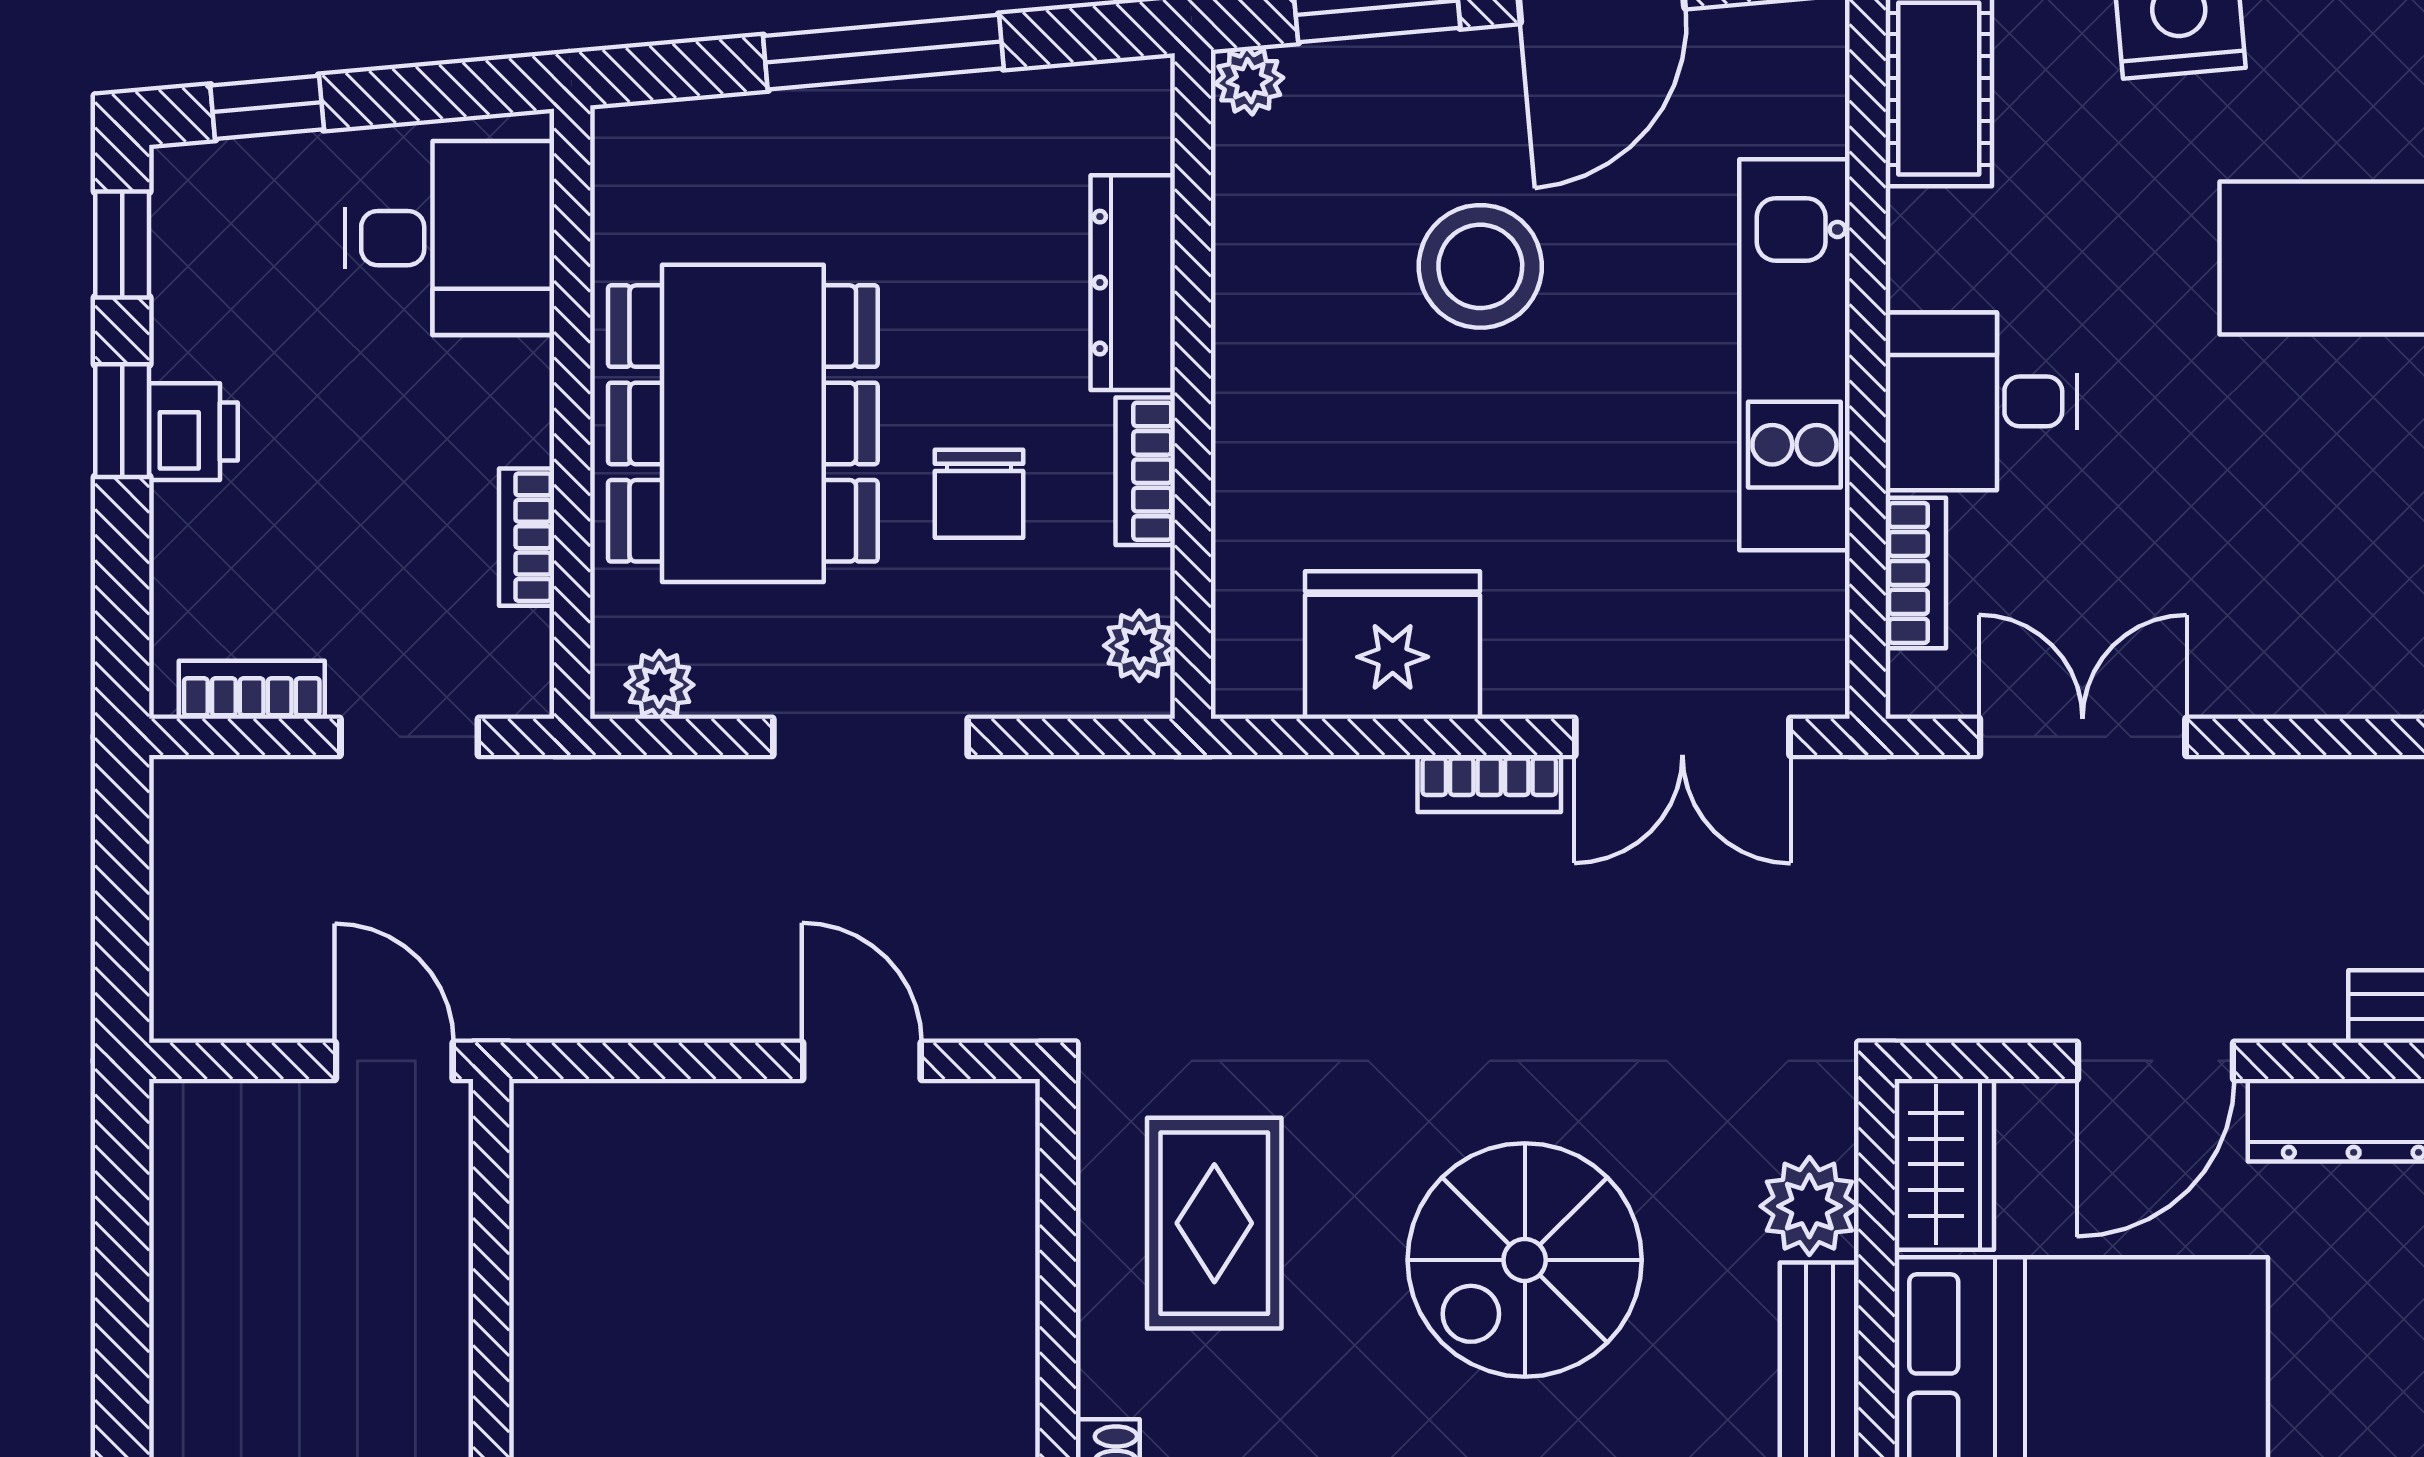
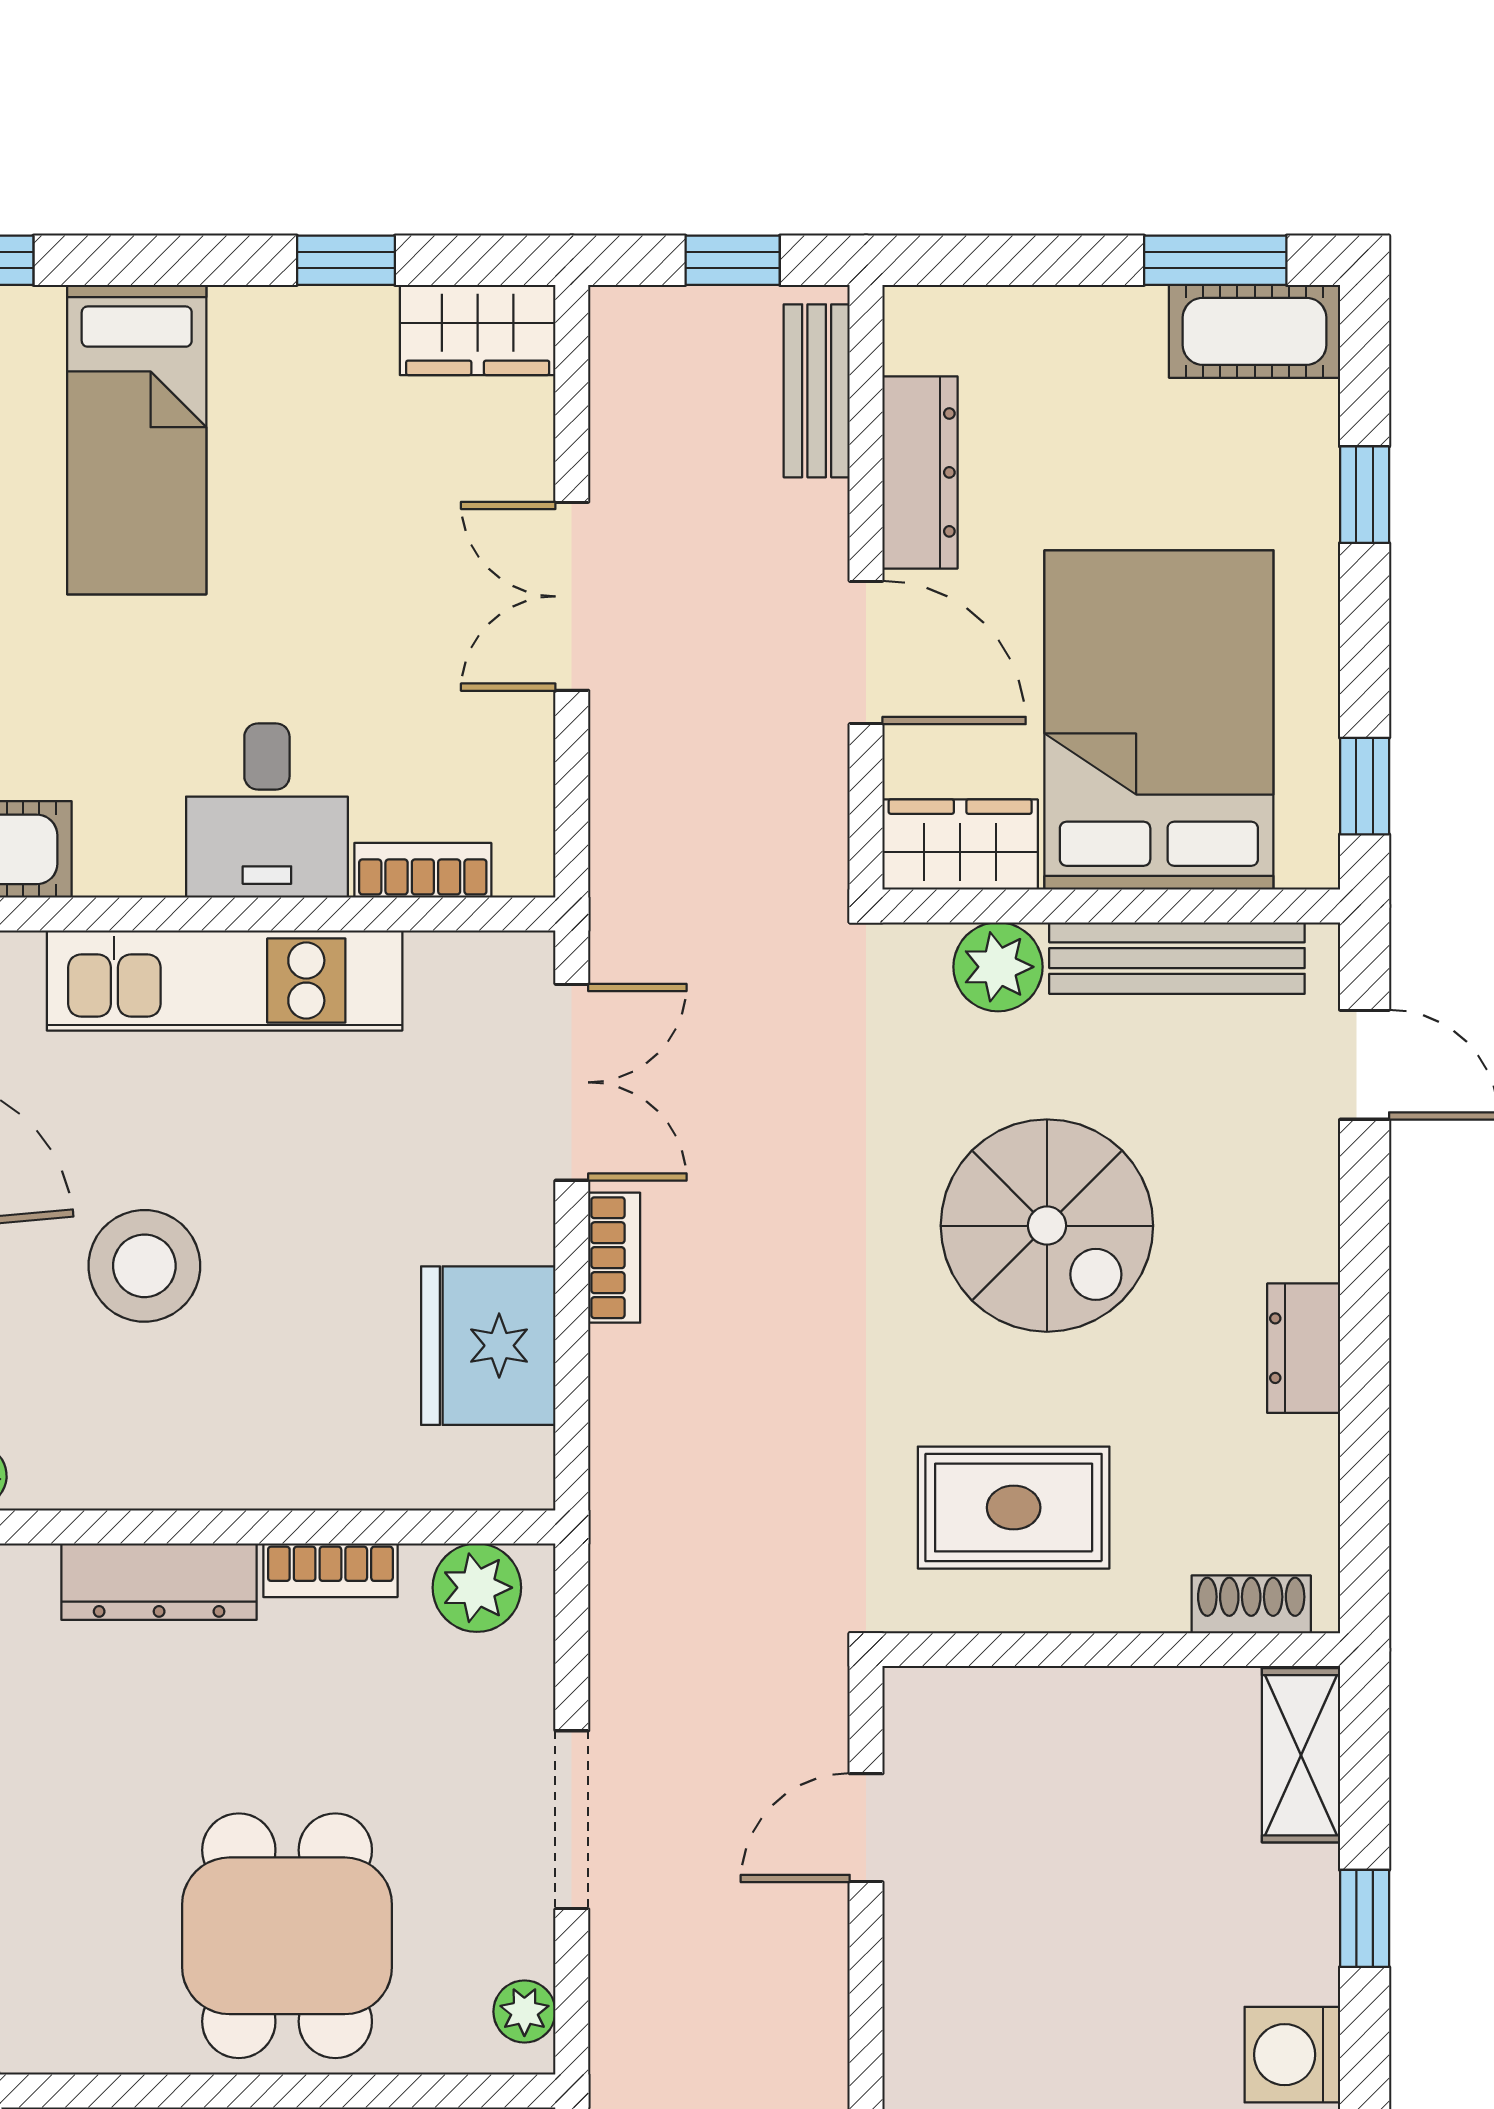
dining table: (743, 423) -> (287, 1936), width x0.73
chair: (979, 494) -> (351, 1721), removed
plant: (1139, 646) -> (477, 1588), width x1.38, depth x1.38
double door: (2083, 737) -> (572, 596), moved

